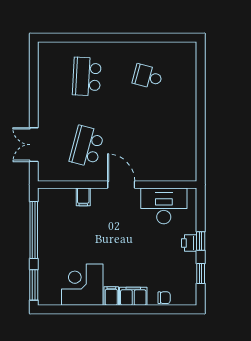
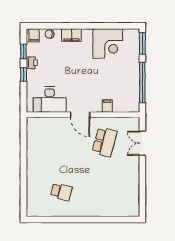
school desk: (87, 77) -> (105, 192), removed
double door: (34, 145) -> (142, 143), swing flipped
printer: (189, 243) -> (32, 63), moved
filing cabinet: (111, 296) -> (34, 35), moved

